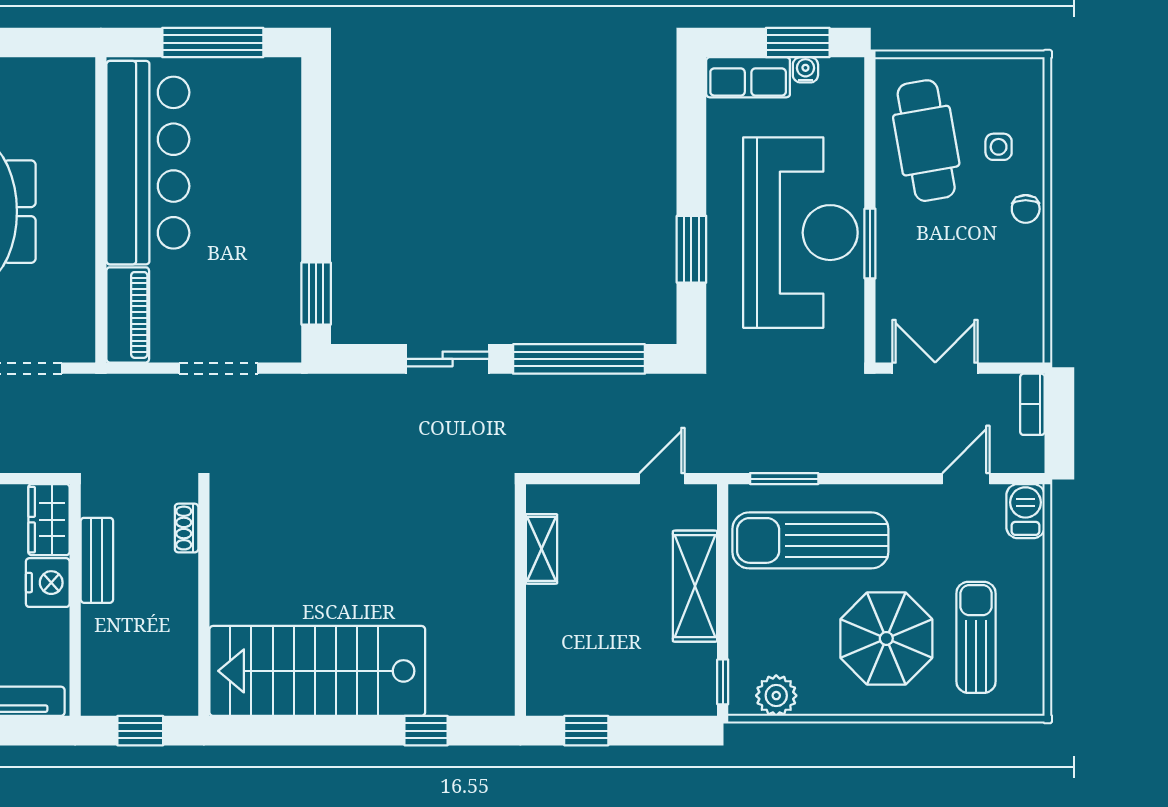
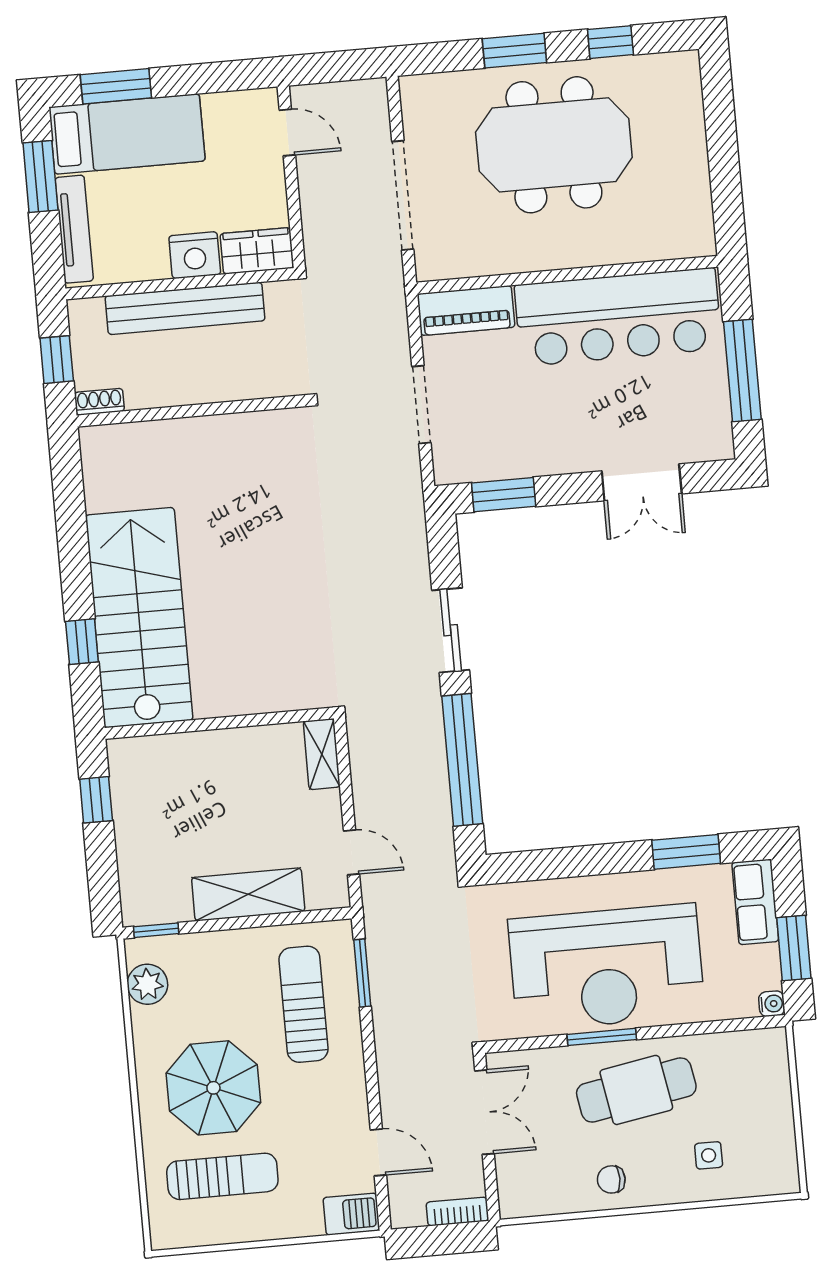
water cooler: (805, 70) -> (772, 1004), moved
cafe table: (926, 141) -> (636, 1090), moved
double door: (316, 154) -> (642, 482), added
chair: (1026, 209) -> (611, 1179), moved
window: (691, 249) -> (686, 852), moved
shoe rack: (187, 528) -> (99, 402), moved
sun lounger: (810, 540) -> (304, 1004), width x0.73, depth x0.75
shelving: (542, 549) -> (322, 754), moved, turned 90
bench: (97, 560) -> (185, 308), width x1.86, depth x1.21
stairs: (317, 671) -> (139, 618), moved

